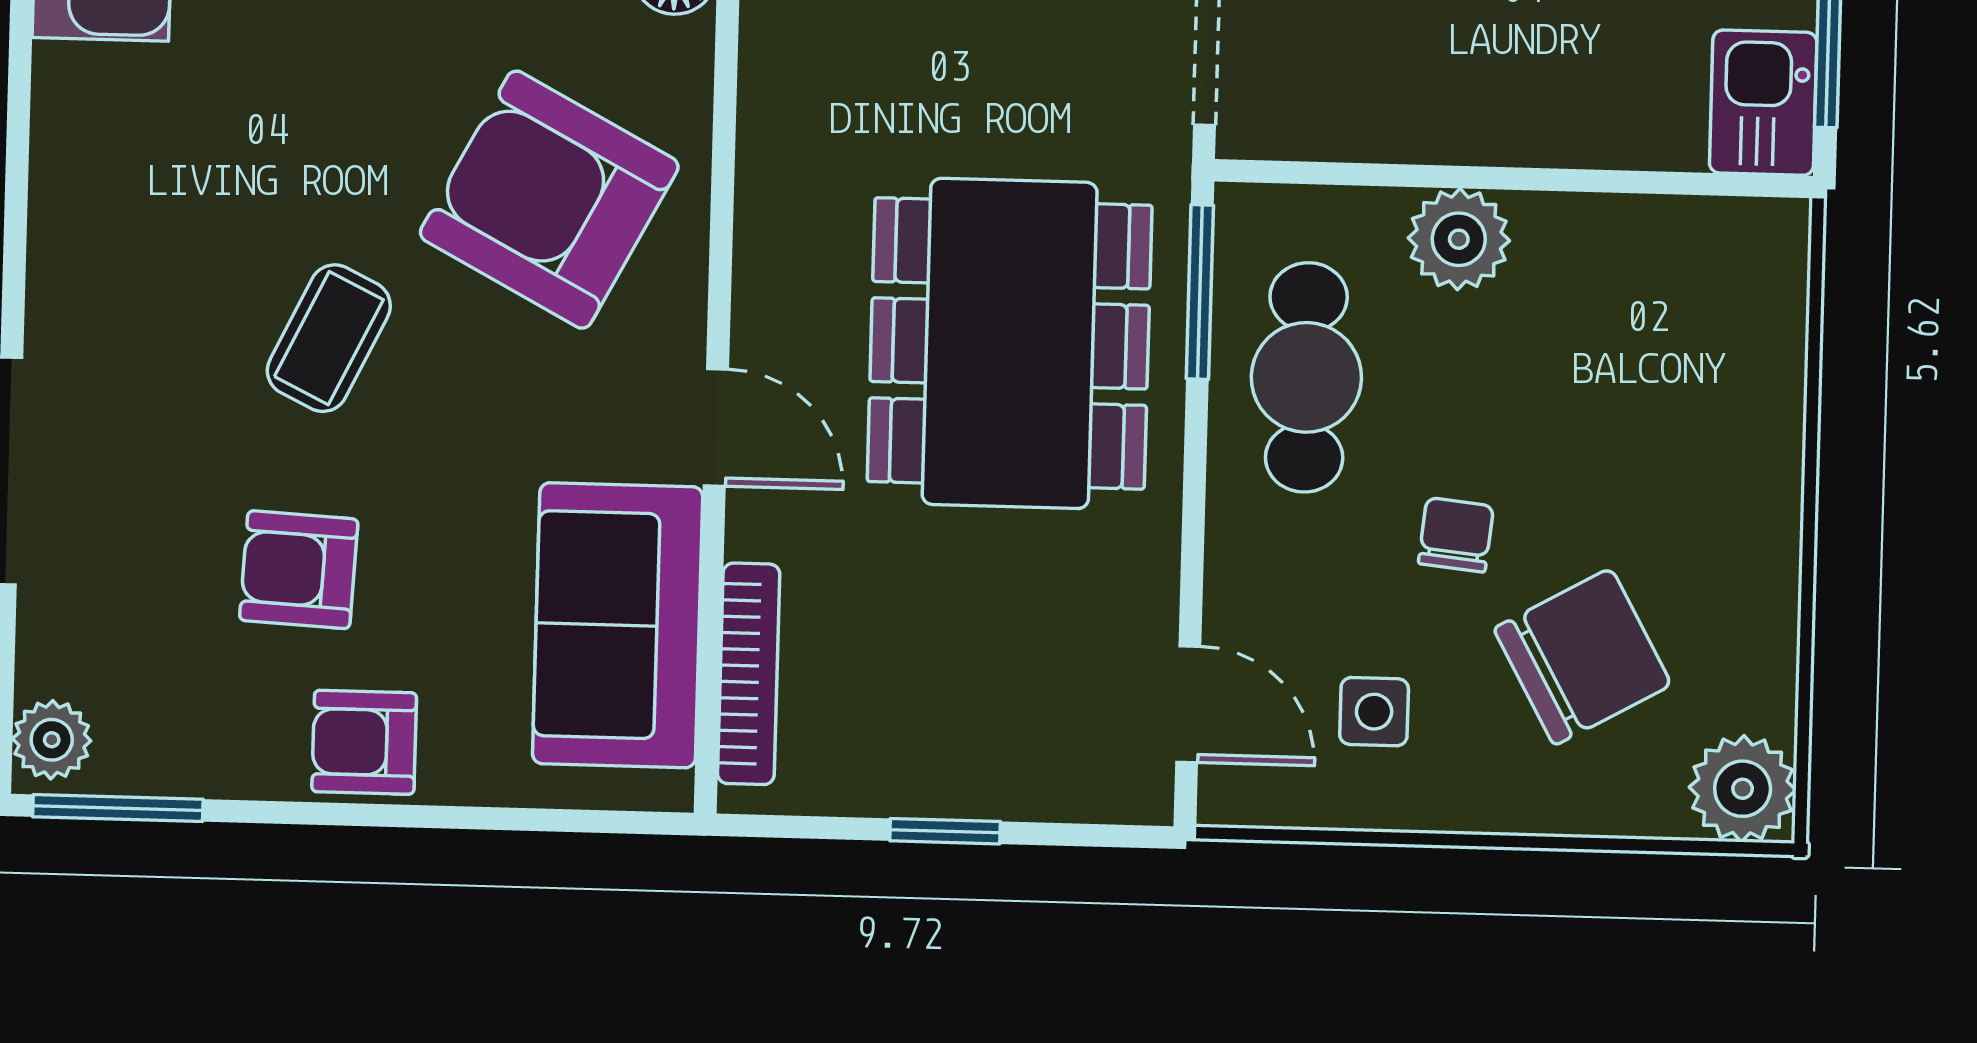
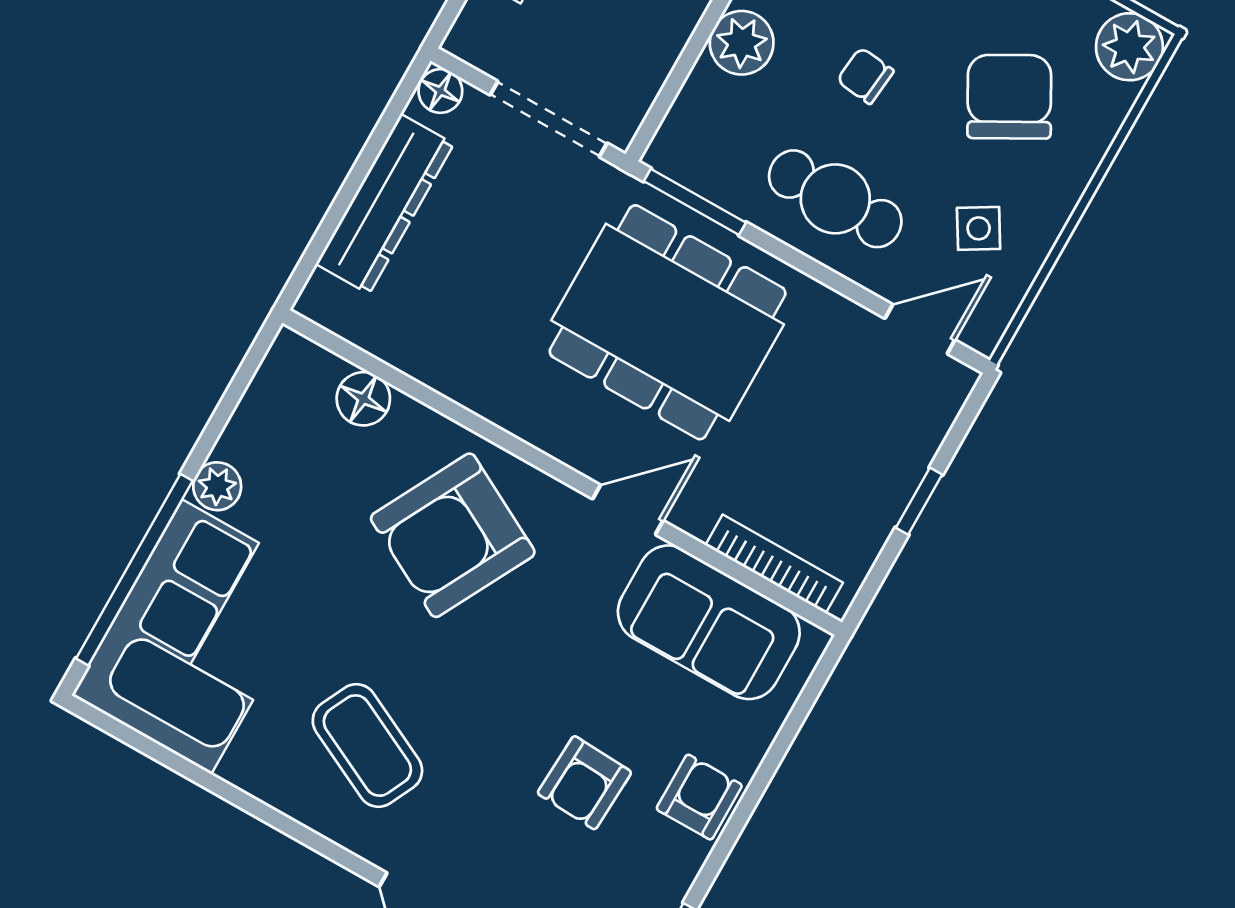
coffee table: (329, 338) -> (367, 746), moved, width x1.36, depth x1.30
cafe table: (1306, 377) -> (835, 199), moved
chair: (1456, 535) -> (865, 76), moved
side table: (1374, 712) -> (979, 228), turned -31
armchair: (364, 742) -> (699, 797), turned 180

